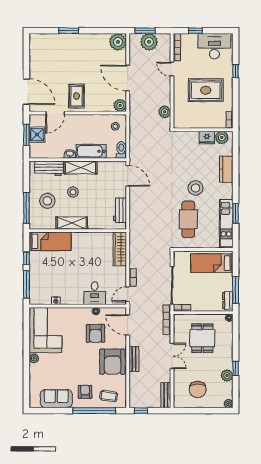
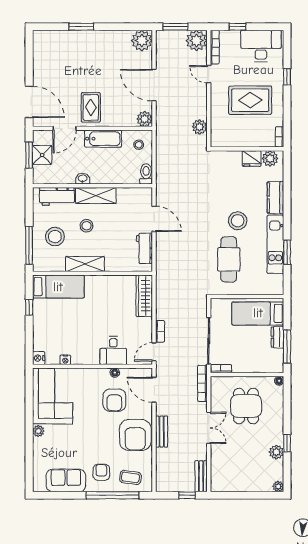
plant: (149, 42) -> (196, 41), moved
bathtub: (91, 151) -> (103, 139), moved, turned 180
door: (128, 176) -> (154, 219), moved
kitchen unit: (226, 223) -> (275, 244), moved
window: (26, 284) -> (29, 340), removed
nightstand: (34, 299) -> (39, 358), added
dresser: (228, 300) -> (277, 337), moved
chair: (198, 389) -> (240, 469), removed
window: (141, 411) -> (187, 495), moved

